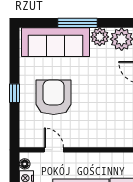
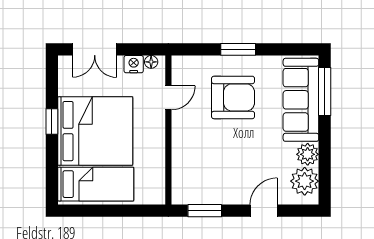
window: (77, 23) -> (325, 92), moved
window: (15, 93) -> (238, 49), width x1.50

